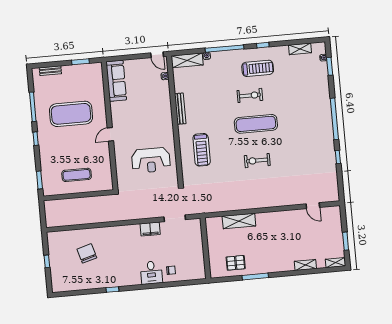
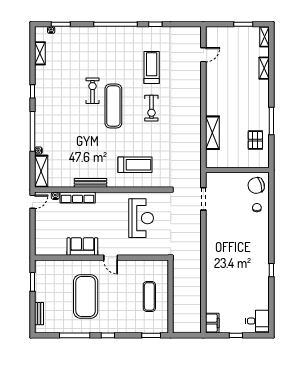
treadmill: (258, 68) -> (152, 67), moved
sofa: (116, 81) -> (82, 247), moved, width x0.73
exercise bike: (250, 95) -> (92, 91), moved
row of seats: (165, 97) -> (78, 198), added
filing cabinet: (150, 229) -> (212, 323), moved
chair: (87, 253) -> (256, 185), moved
desk: (151, 273) -> (257, 321), moved

